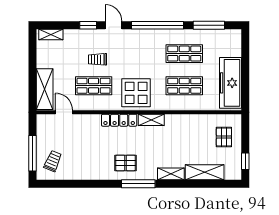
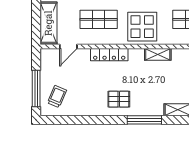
door: (64, 112) -> (68, 46), swing flipped
locker: (119, 120) -> (109, 55), moved
pallet: (126, 163) -> (119, 99), moved

